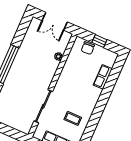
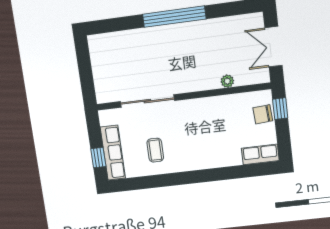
window: (99, 41) -> (280, 109), moved
row of seats: (103, 77) -> (260, 154), moved

